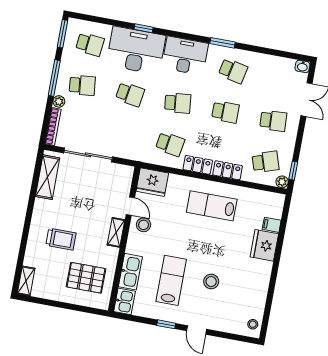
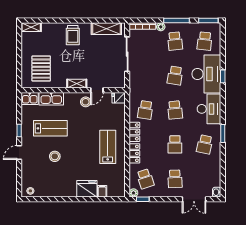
fridge: (152, 182) -> (119, 98), width x0.53, depth x0.75
trolley: (61, 239) -> (73, 35), moved

